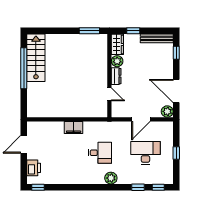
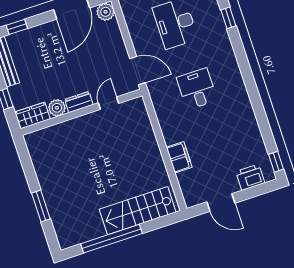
window: (89, 31) -> (41, 206), moved
stairs: (36, 58) -> (138, 211), moved
door: (141, 119) -> (138, 71), moved
filing cabinet: (74, 128) -> (179, 157), moved
plant: (111, 178) -> (228, 61), removed

